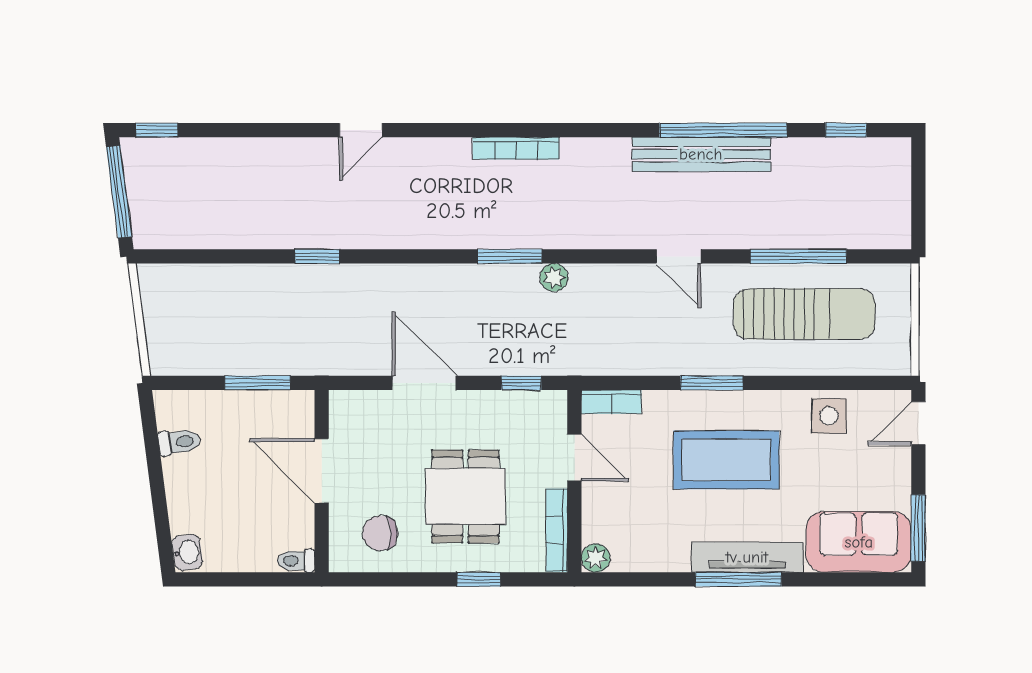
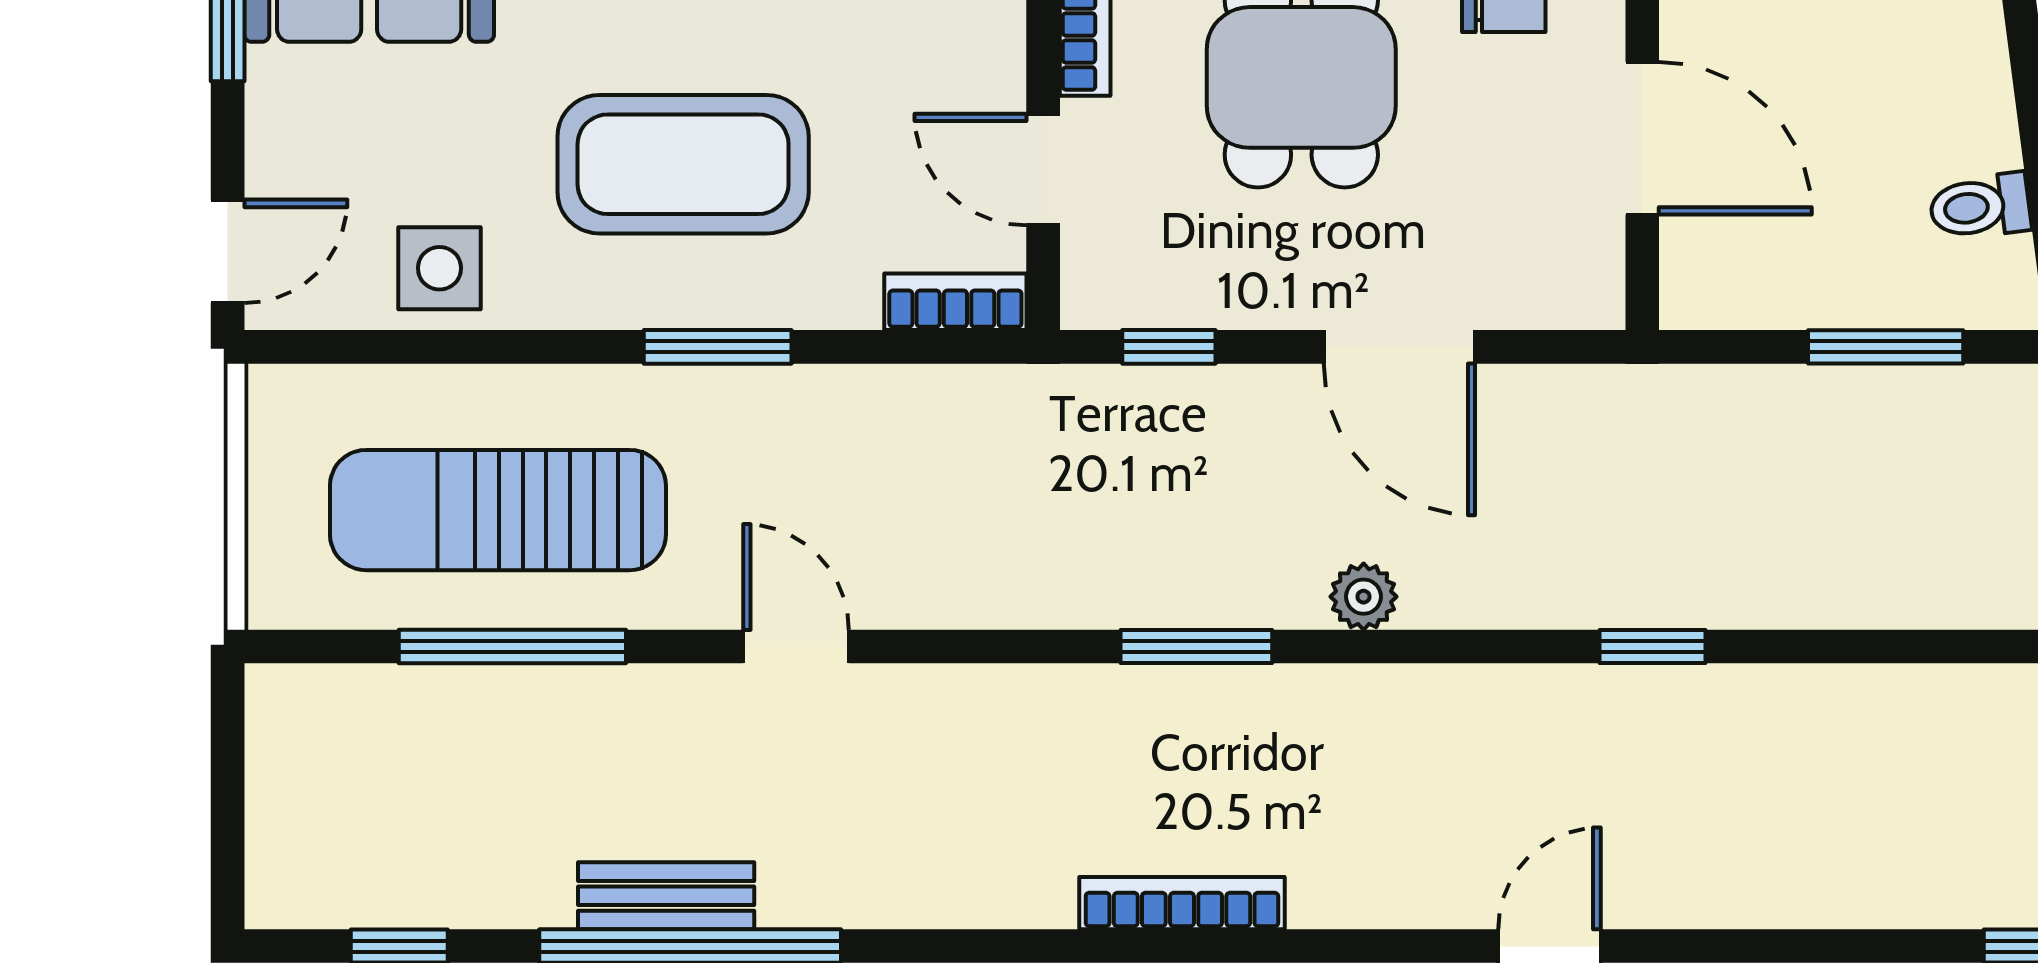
bench: (701, 154) -> (666, 896), width x0.54, depth x0.82
plant: (554, 277) -> (1364, 597), moved
window: (257, 383) -> (1886, 347), moved

